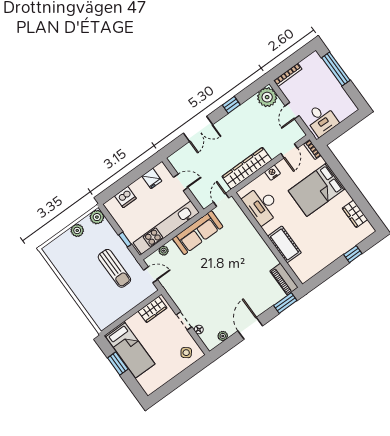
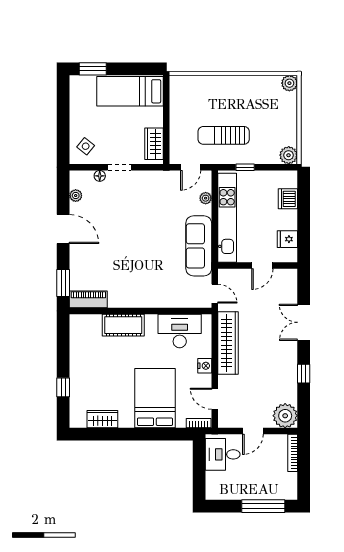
door: (292, 111) -> (253, 431), swing flipped
plant: (77, 230) -> (289, 83), moved
window: (118, 364) -> (93, 69), moved

